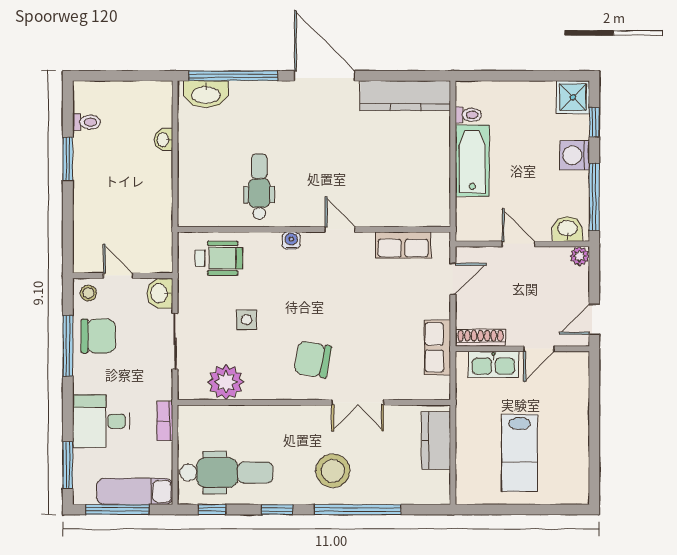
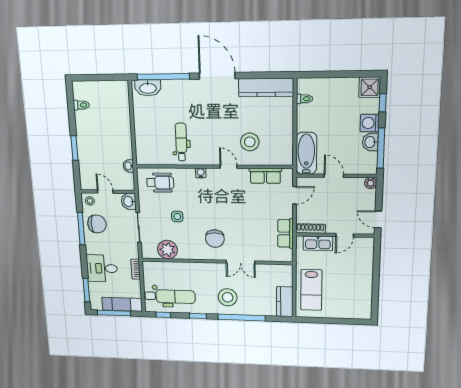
washbasin: (164, 140) -> (128, 166), moved
window: (68, 159) -> (74, 148), moved
bathtub: (472, 161) -> (306, 153), moved
stool: (377, 186) -> (250, 142), added
washbasin: (567, 229) -> (370, 142), moved, turned -90
door: (594, 319) -> (378, 219), hinge flipped
chair: (313, 359) -> (215, 239), turned -100
kitchen counter: (436, 440) -> (285, 302), moved
lab bench: (520, 453) -> (311, 290), moved

